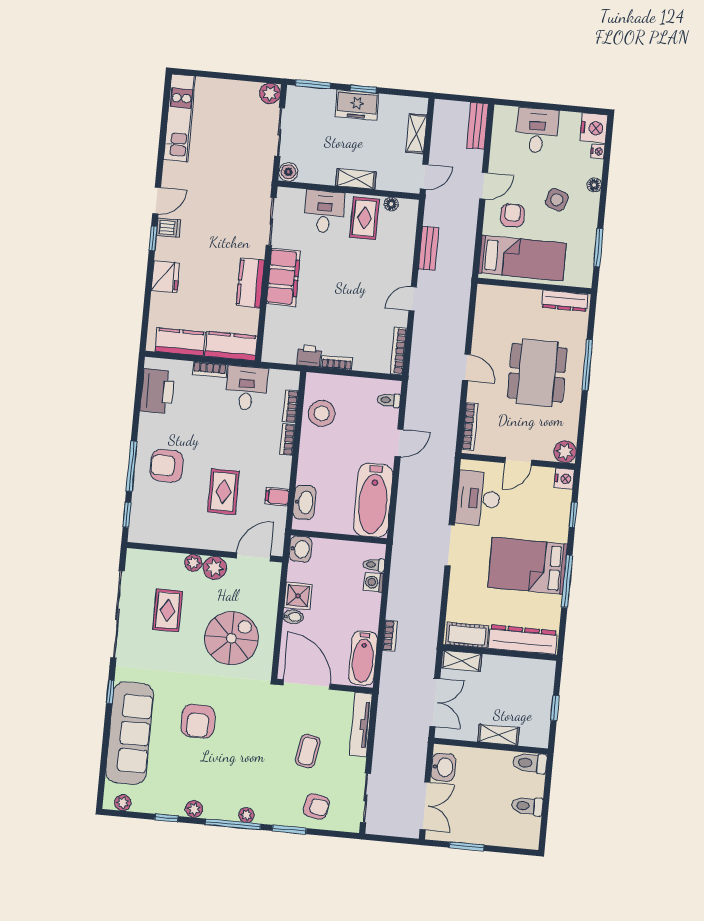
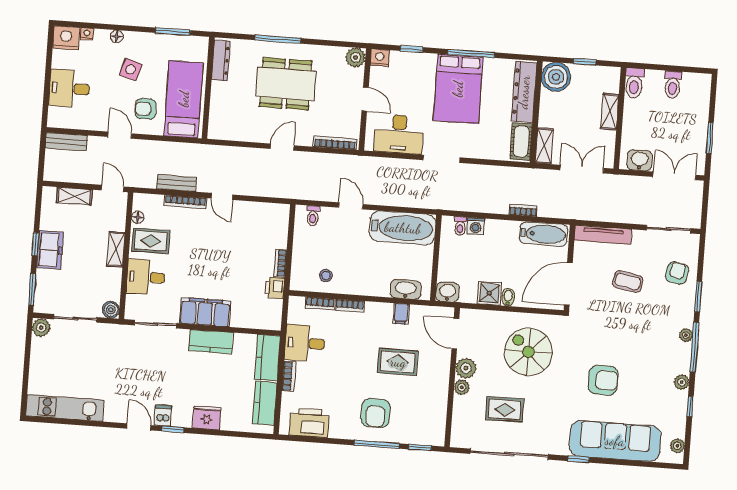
bookcase: (399, 351) -> (185, 202), moved
stool: (322, 413) -> (326, 276), width x0.53, depth x0.53
boiler: (539, 675) -> (556, 77), added

